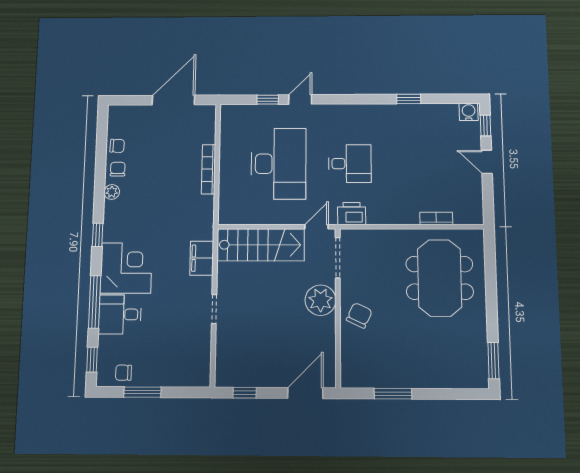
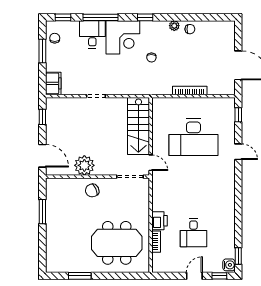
window: (409, 99) -> (238, 256), moved
window: (268, 100) -> (238, 115), moved
chair: (117, 146) -> (151, 58), moved
desk: (350, 164) -> (193, 233), moved
printer: (352, 214) -> (159, 221), moved
filing cabinet: (202, 258) -> (53, 83), moved, turned 90
plant: (321, 300) -> (84, 165), moved
chair: (359, 315) -> (92, 190), turned 130
window: (493, 361) -> (80, 276), moved

